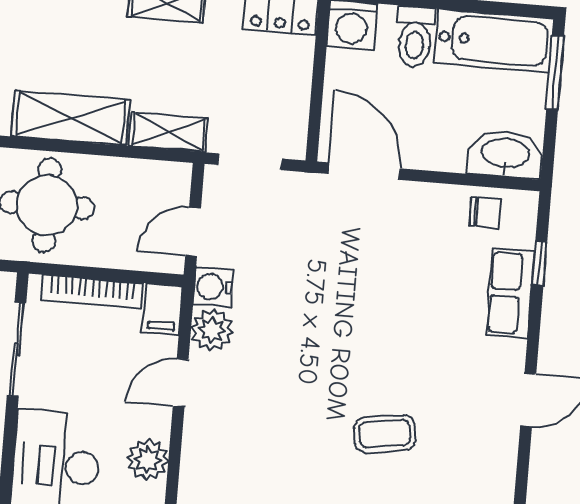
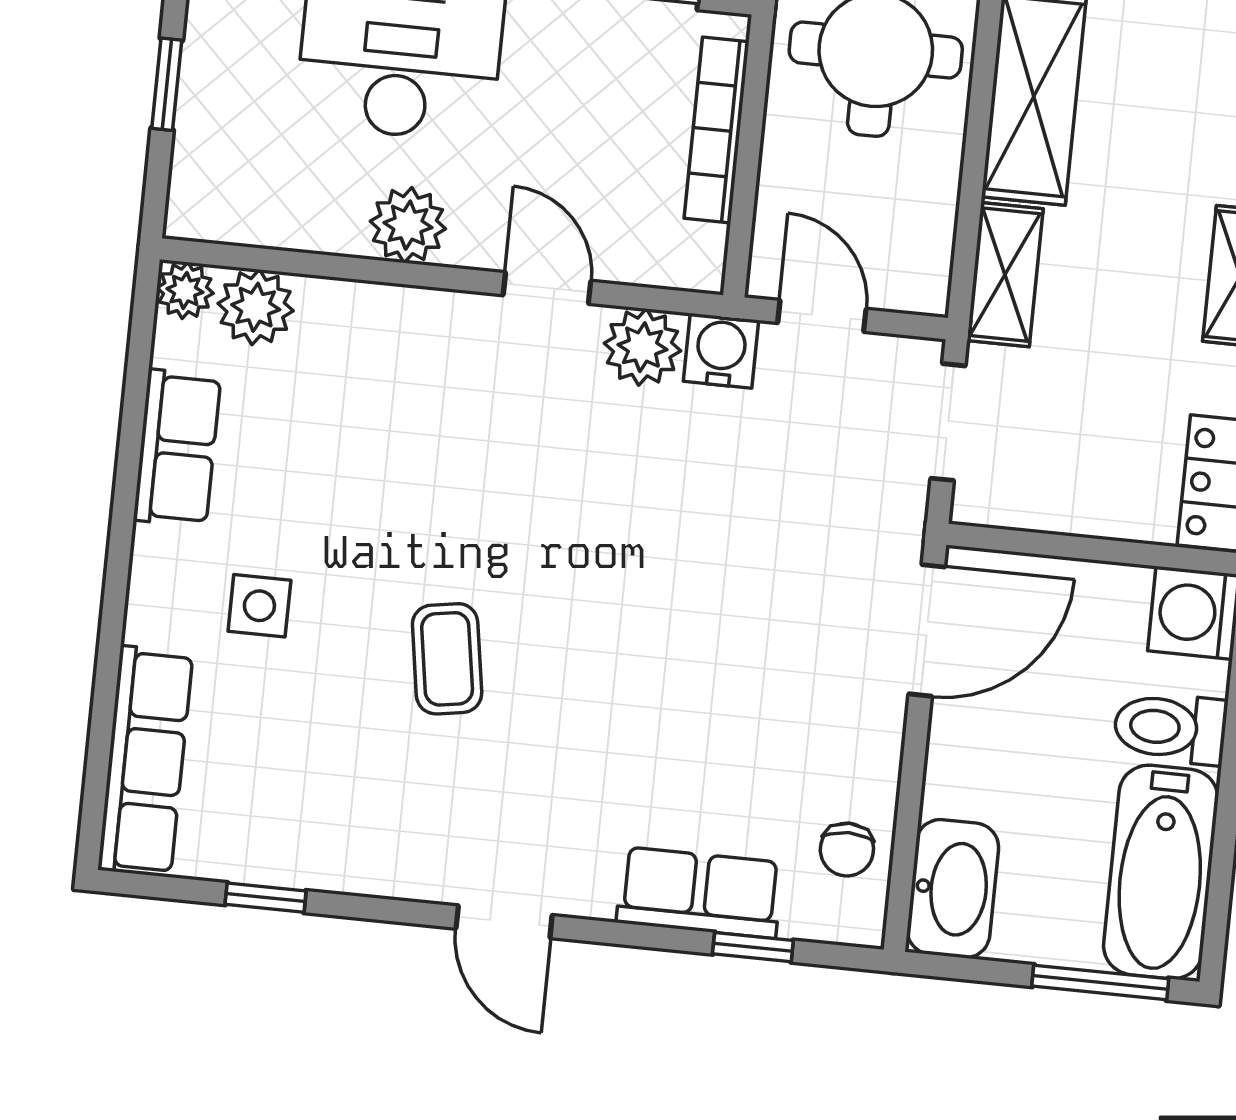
filing cabinet: (162, 309) -> (682, 257), removed

